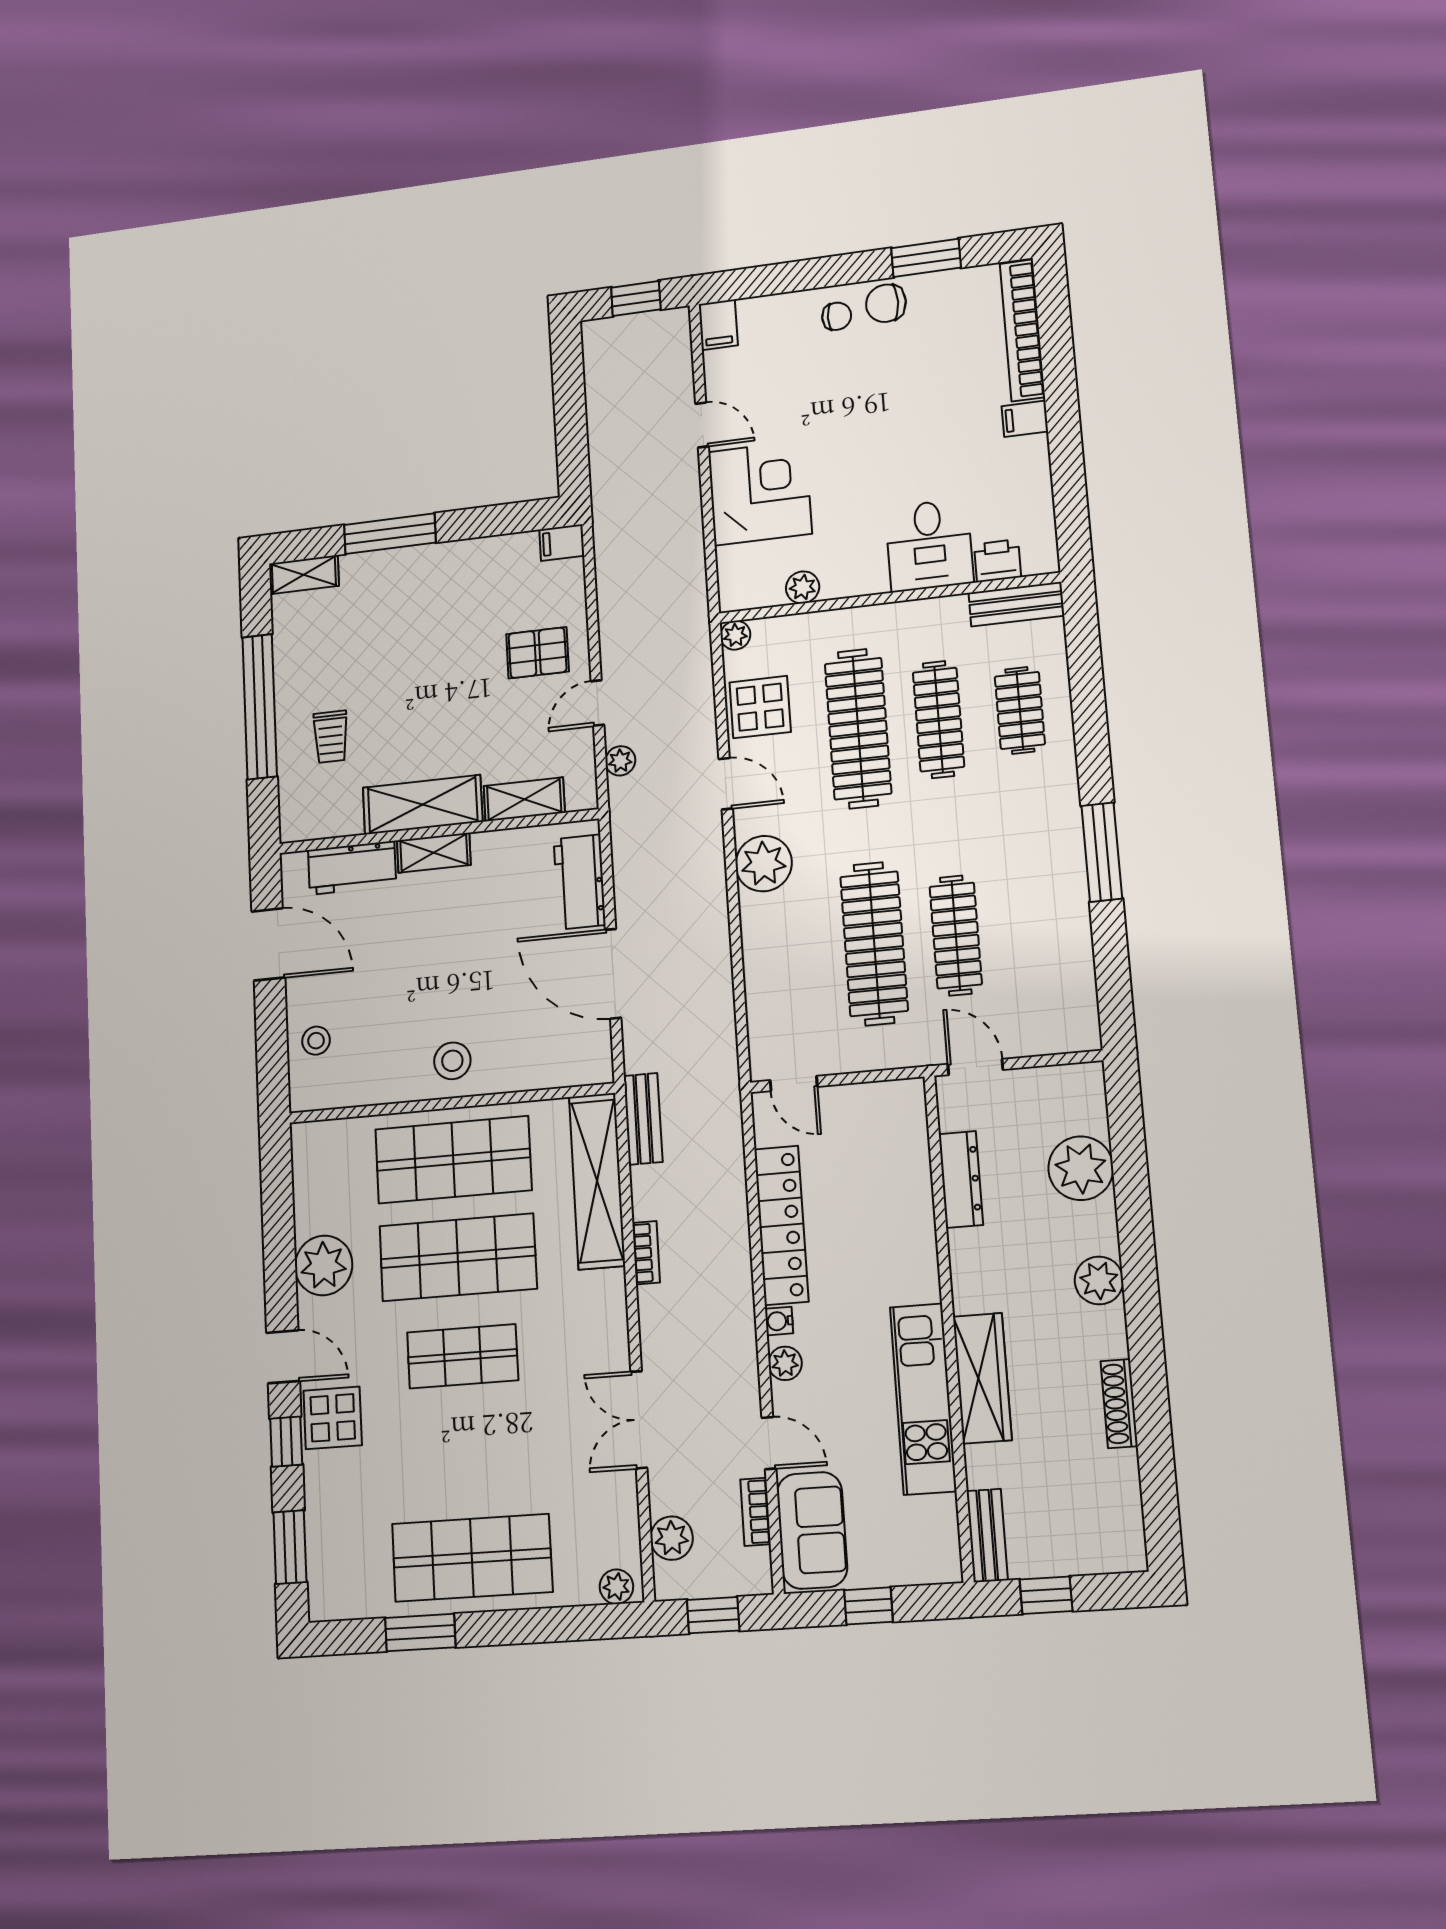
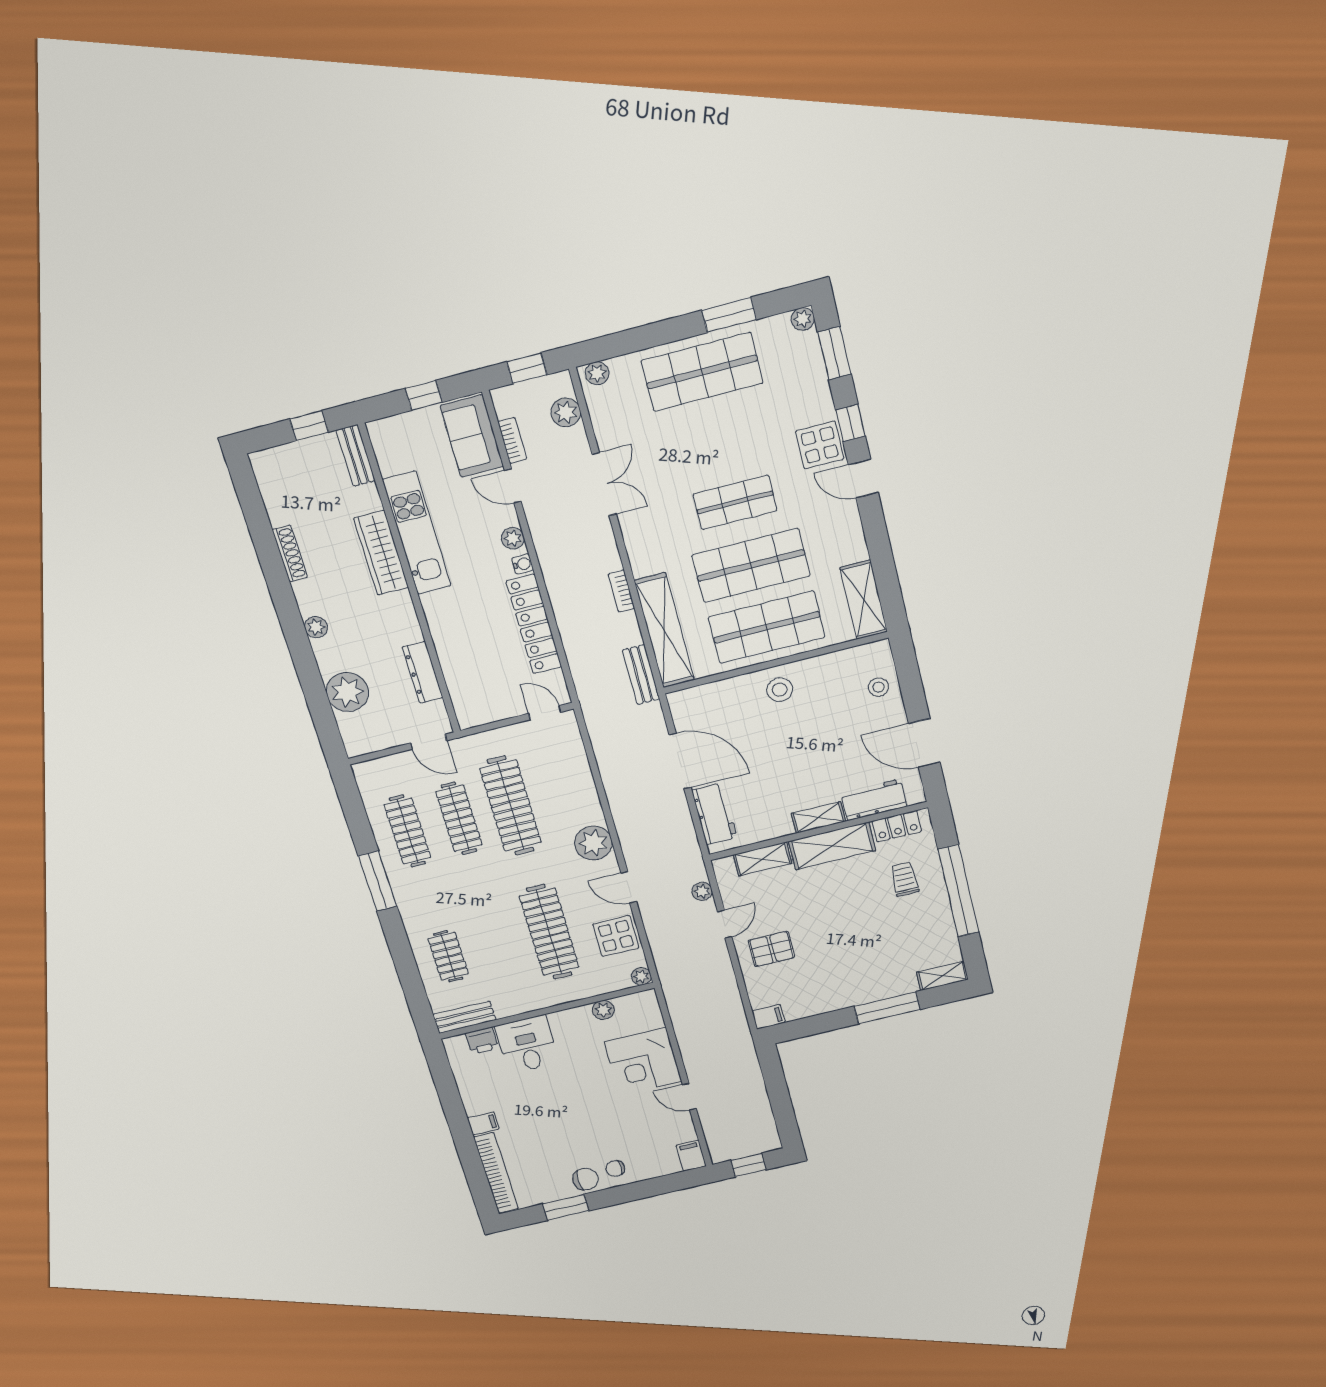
clothes rail: (939, 720) -> (407, 831), moved
locker: (327, 821) -> (897, 826), added
shelving: (313, 1177) -> (864, 600), added
plant: (324, 1265) -> (803, 319), moved, width x0.53, depth x0.53
plant: (1099, 1280) -> (316, 627), width x0.73, depth x0.73

